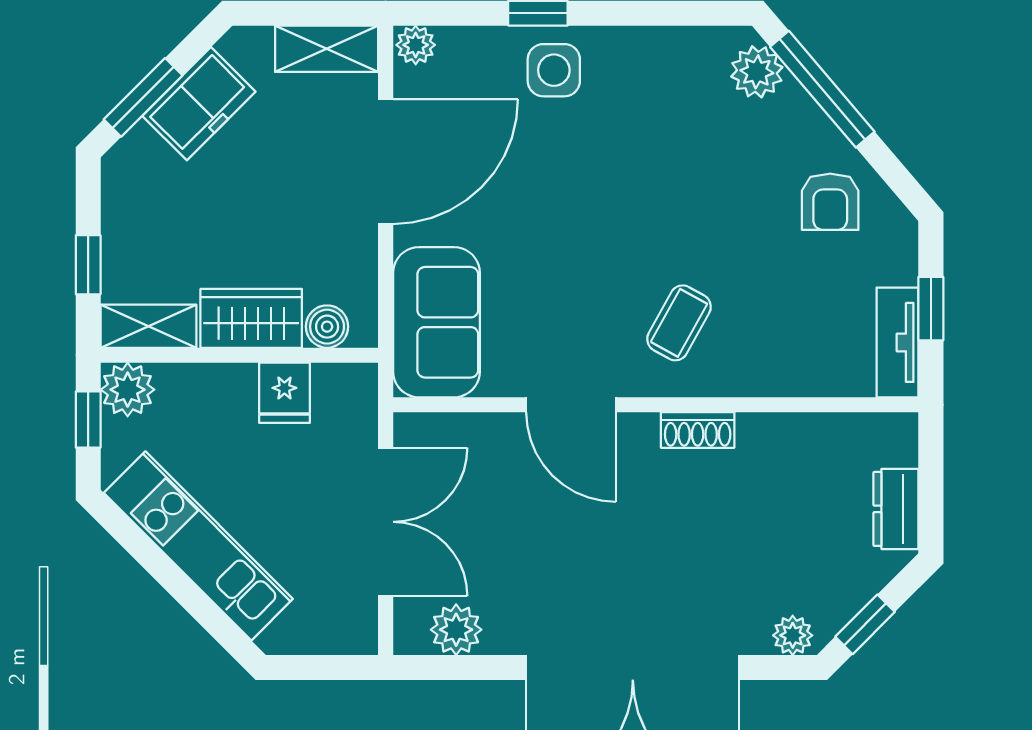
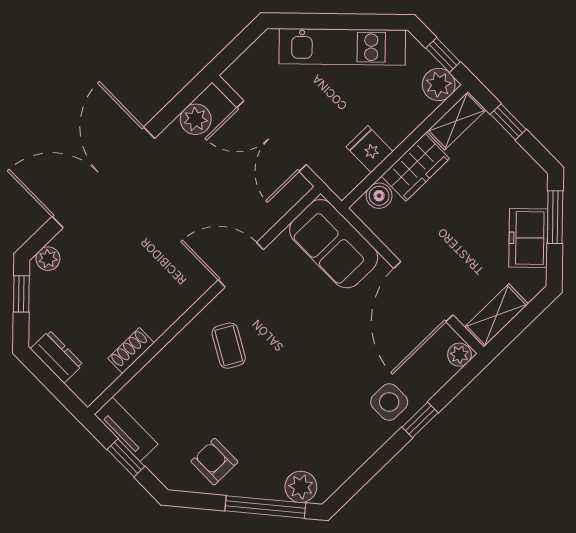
shoe rack: (698, 430) -> (131, 351), moved

